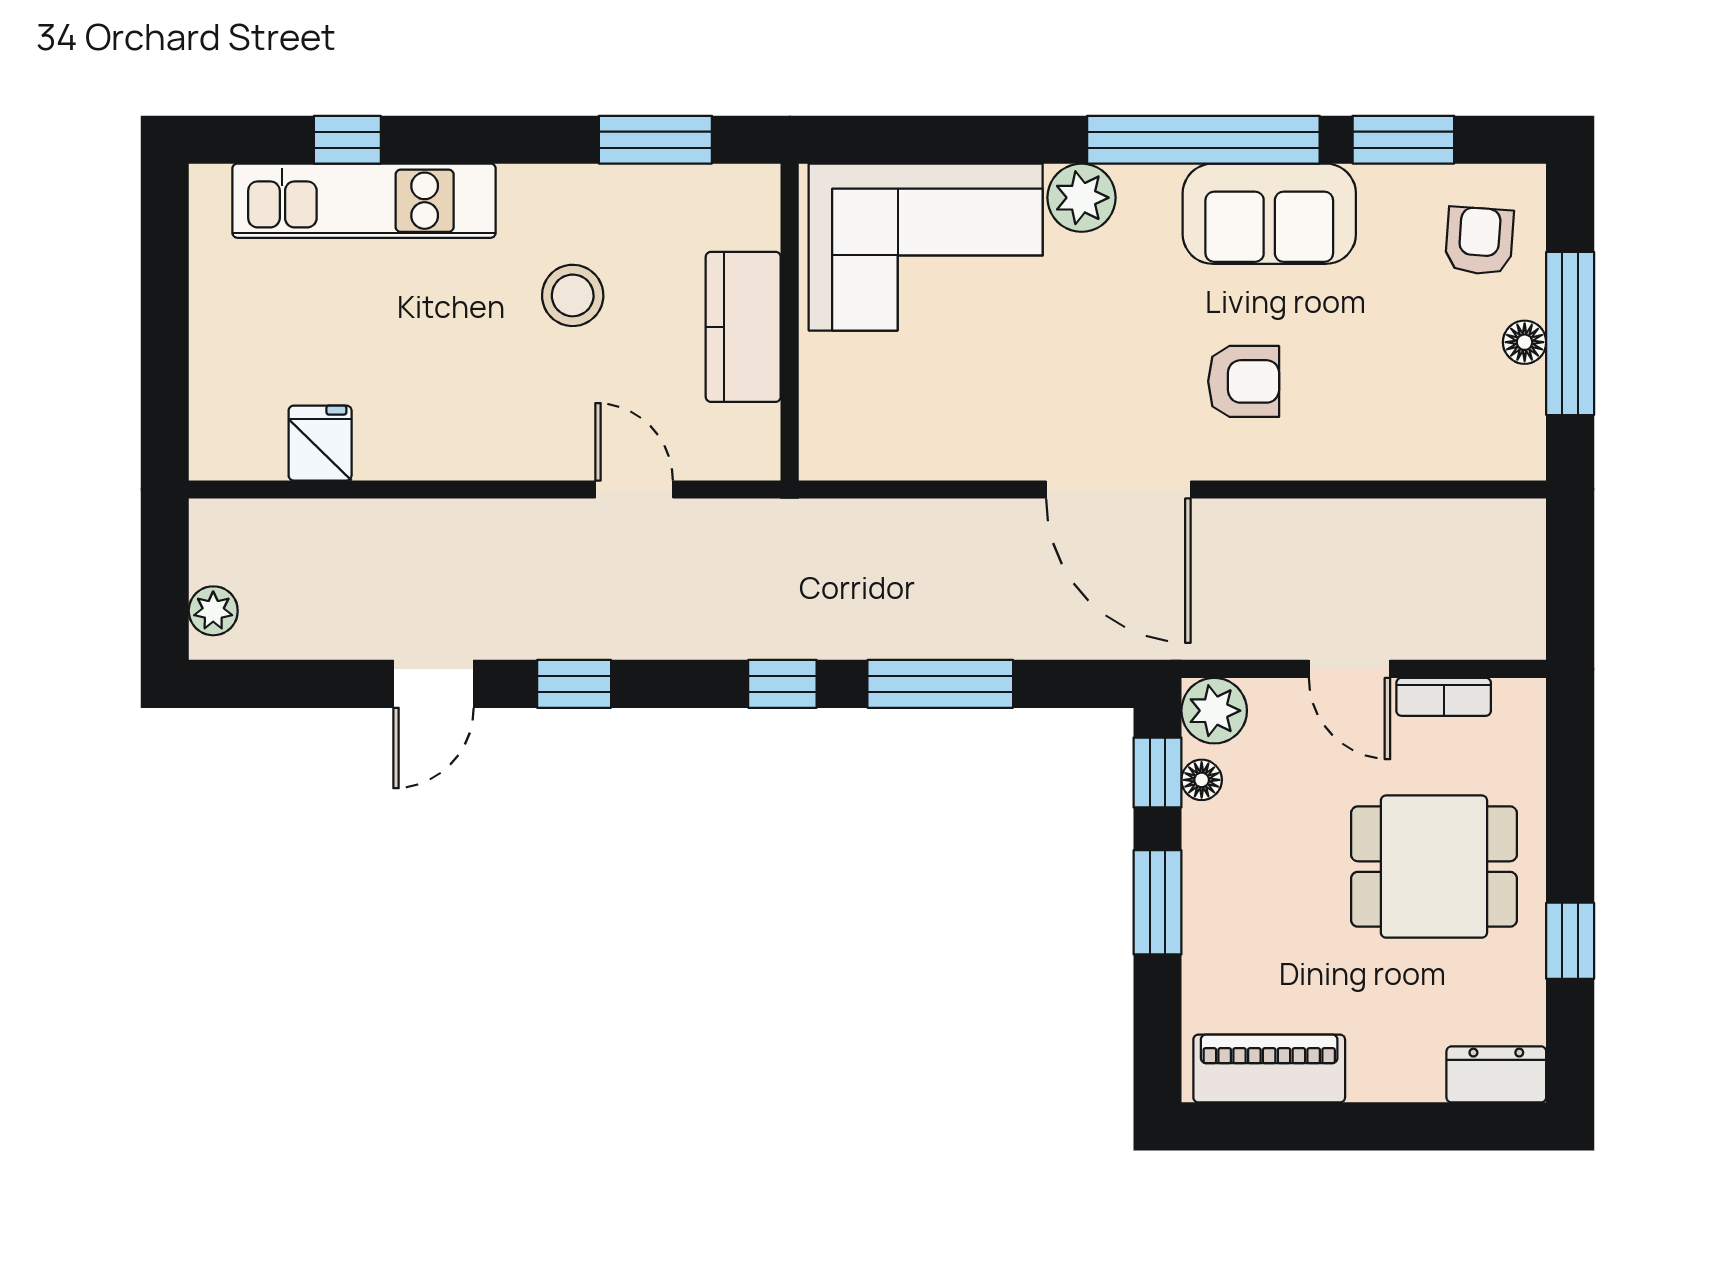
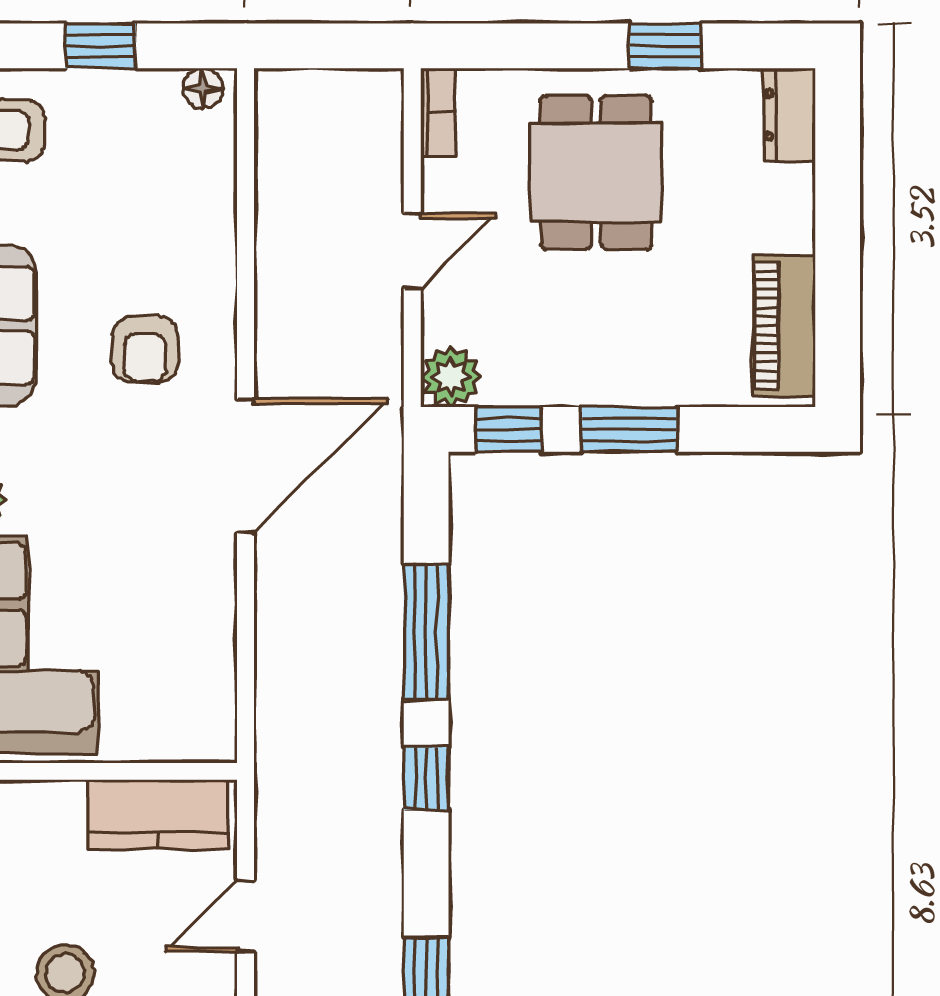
kitchen counter: (743, 327) -> (158, 815), moved
window: (1570, 333) -> (101, 46), width x0.46
floor lamp: (1525, 342) -> (203, 88), moved
armchair: (1244, 381) -> (145, 349), turned 180
bookcase: (1444, 697) -> (438, 112), moved
floor lamp: (1202, 780) -> (515, 388), removed

